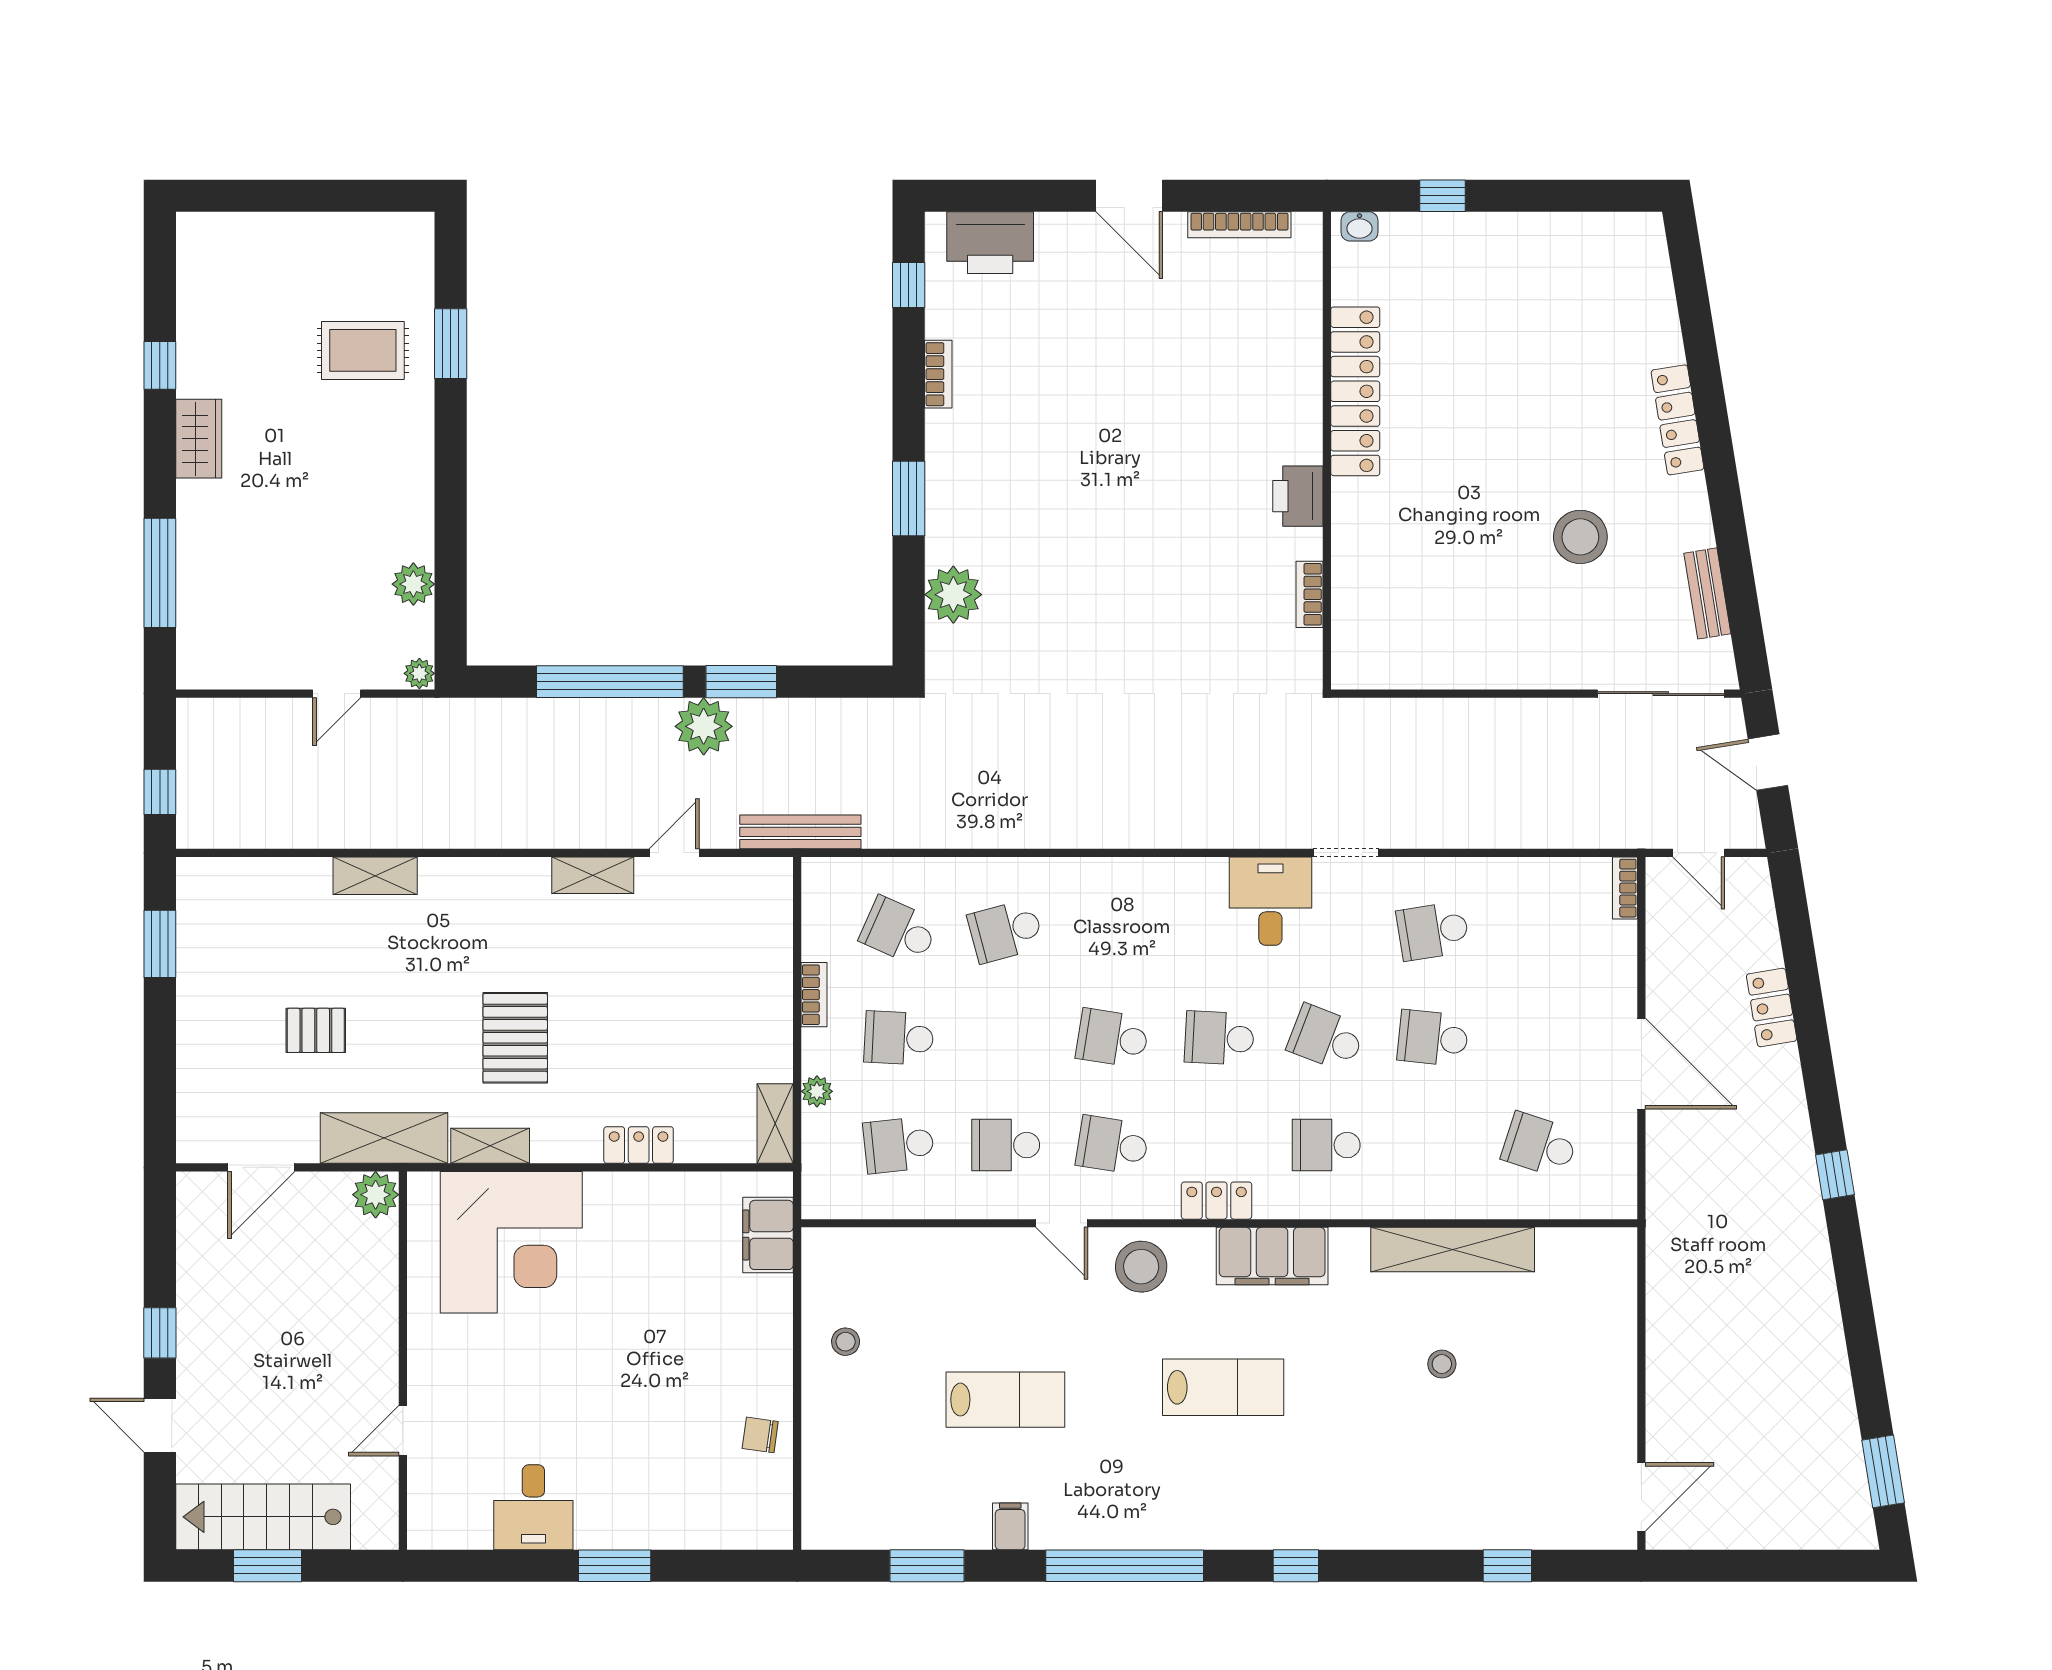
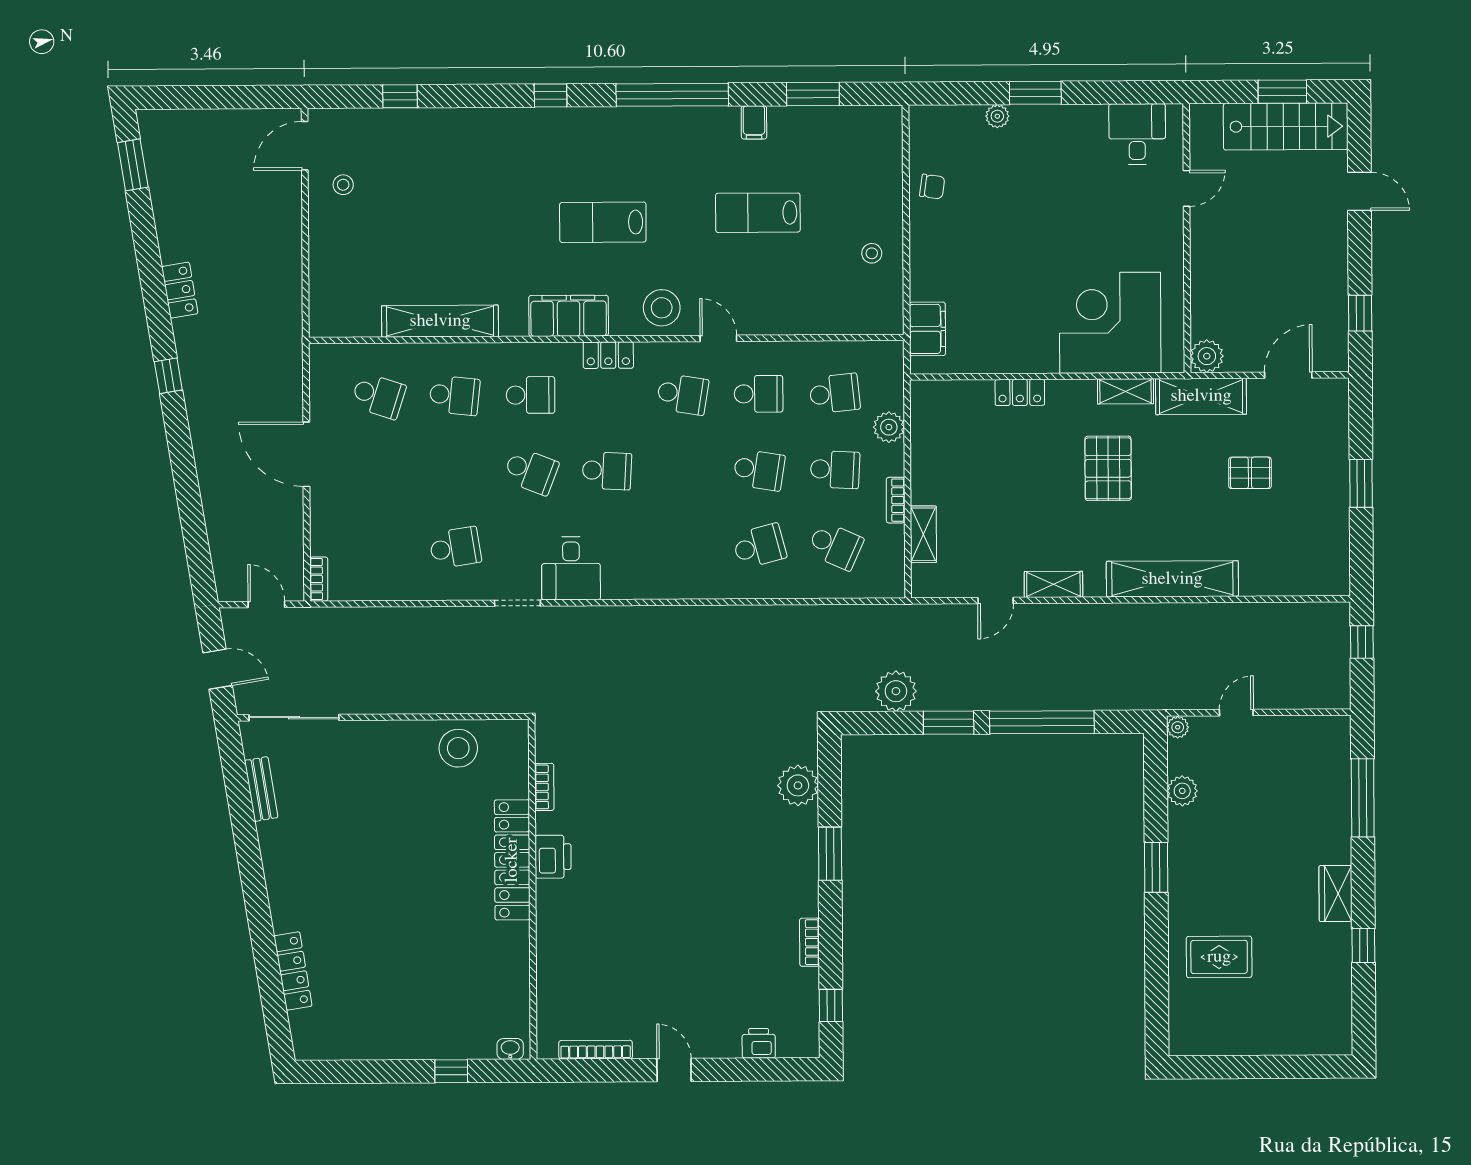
door: (1129, 196) -> (674, 1070), width x0.73
printer: (990, 243) -> (759, 1043), width x0.53, depth x0.68
window: (451, 344) -> (1156, 867), moved
locker: (1355, 391) -> (512, 860), moved
locker: (1677, 420) -> (293, 971), moved
stool: (1580, 537) -> (458, 748), moved
plant: (704, 726) -> (896, 691), moved
bench: (800, 832) -> (906, 616), removed
shelving: (375, 876) -> (1172, 579), width x2.20, depth x1.33
window: (160, 944) -> (1361, 483), moved
locker: (1772, 1007) -> (180, 290), moved
school desk: (1112, 1038) -> (759, 470), moved
school desk: (1433, 1038) -> (454, 395), moved
plant: (817, 1091) -> (889, 427), width x1.38, depth x1.38
shelving: (775, 1124) -> (923, 534), moved
window: (160, 1333) -> (1360, 313), moved
stool: (1442, 1364) -> (343, 185), moved
desk: (533, 1507) -> (1137, 134), moved
plant: (668, 1533) -> (997, 116), added

